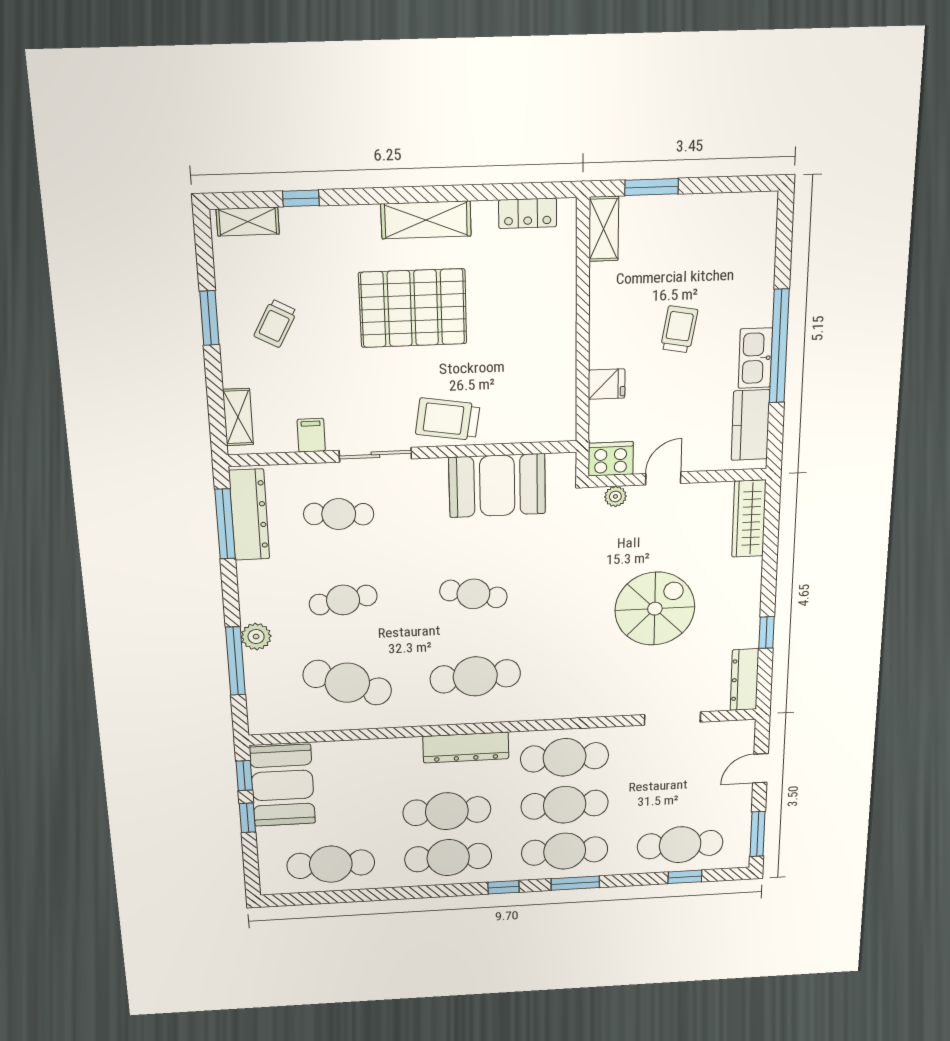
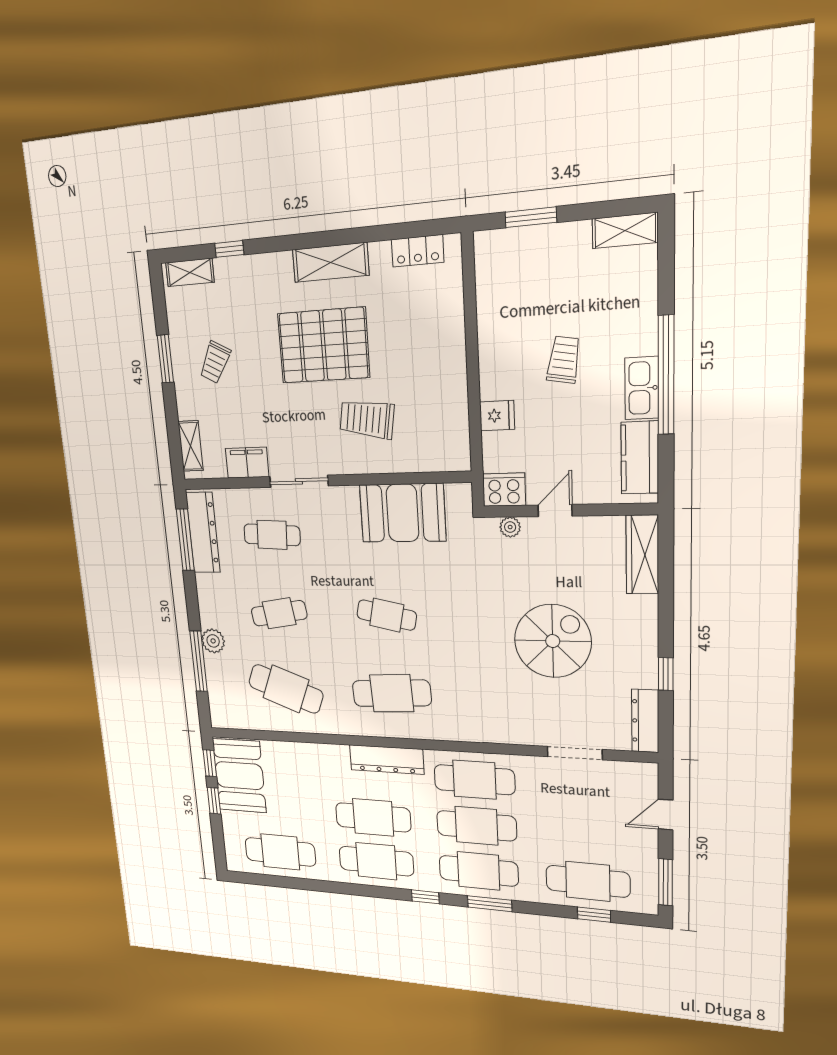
shelving: (604, 229) -> (625, 230), moved, turned 90
trolley: (448, 419) -> (367, 419), moved
filing cabinet: (311, 435) -> (247, 463), width x2.00

